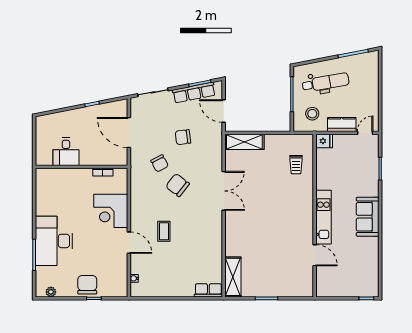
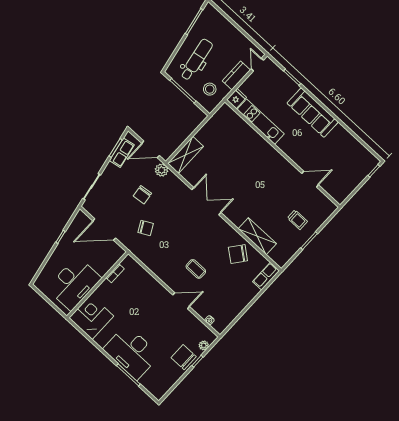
row of seats: (194, 93) -> (122, 153), width x0.68
plant: (216, 134) -> (161, 170), added
desk: (66, 152) -> (74, 283), width x1.87, depth x1.30
trolley: (296, 165) -> (297, 220), moved
chair: (178, 185) -> (238, 254), moved
corner desk: (111, 211) -> (91, 317), moved, turned 180
kitchen unit: (323, 217) -> (261, 122), moved
sofa: (368, 217) -> (313, 113), width x1.36
shelving: (233, 277) -> (257, 236), moved
plant: (51, 292) -> (204, 345), moved

